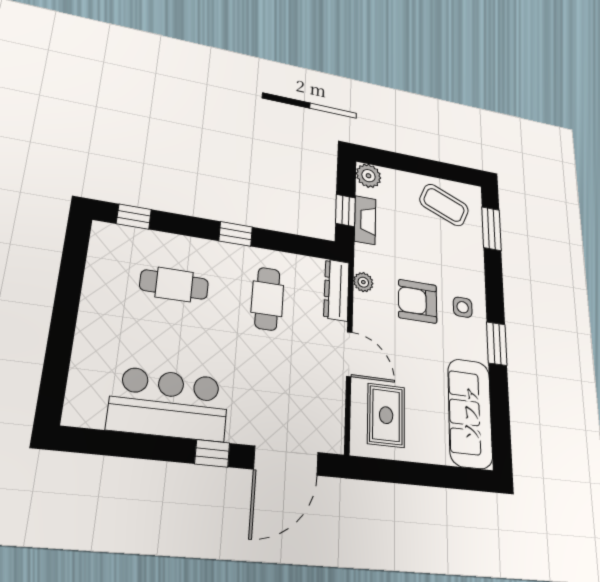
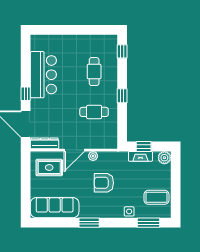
coffee table: (444, 205) -> (157, 197), turned 67
plant: (363, 282) -> (93, 156), moved
dresser: (337, 290) -> (45, 143), moved
armchair: (418, 301) -> (104, 183), turned -90
side table: (463, 307) -> (129, 211), moved

